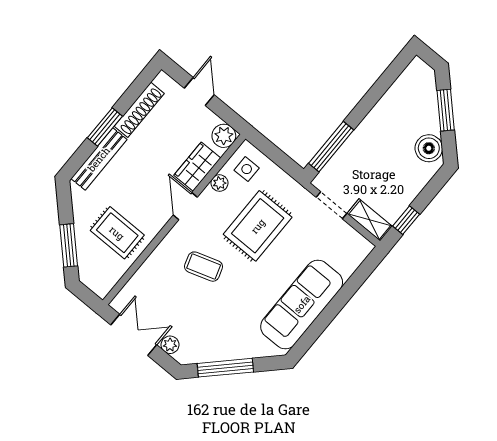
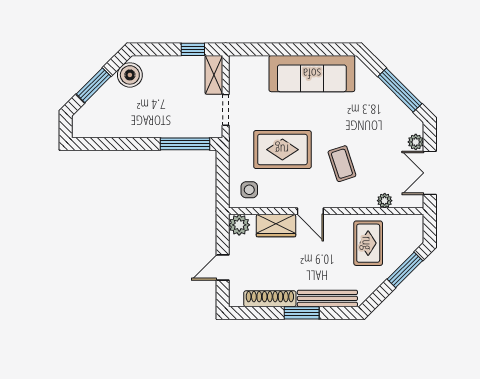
plant: (219, 183) -> (385, 201), moved
door: (185, 206) -> (310, 211), hinge flipped

